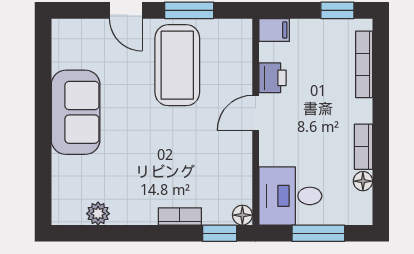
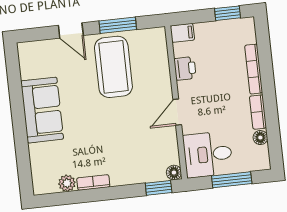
bookcase: (364, 64) -> (254, 69), moved
door: (256, 113) -> (177, 112), moved
bookcase: (180, 216) -> (93, 182), moved

